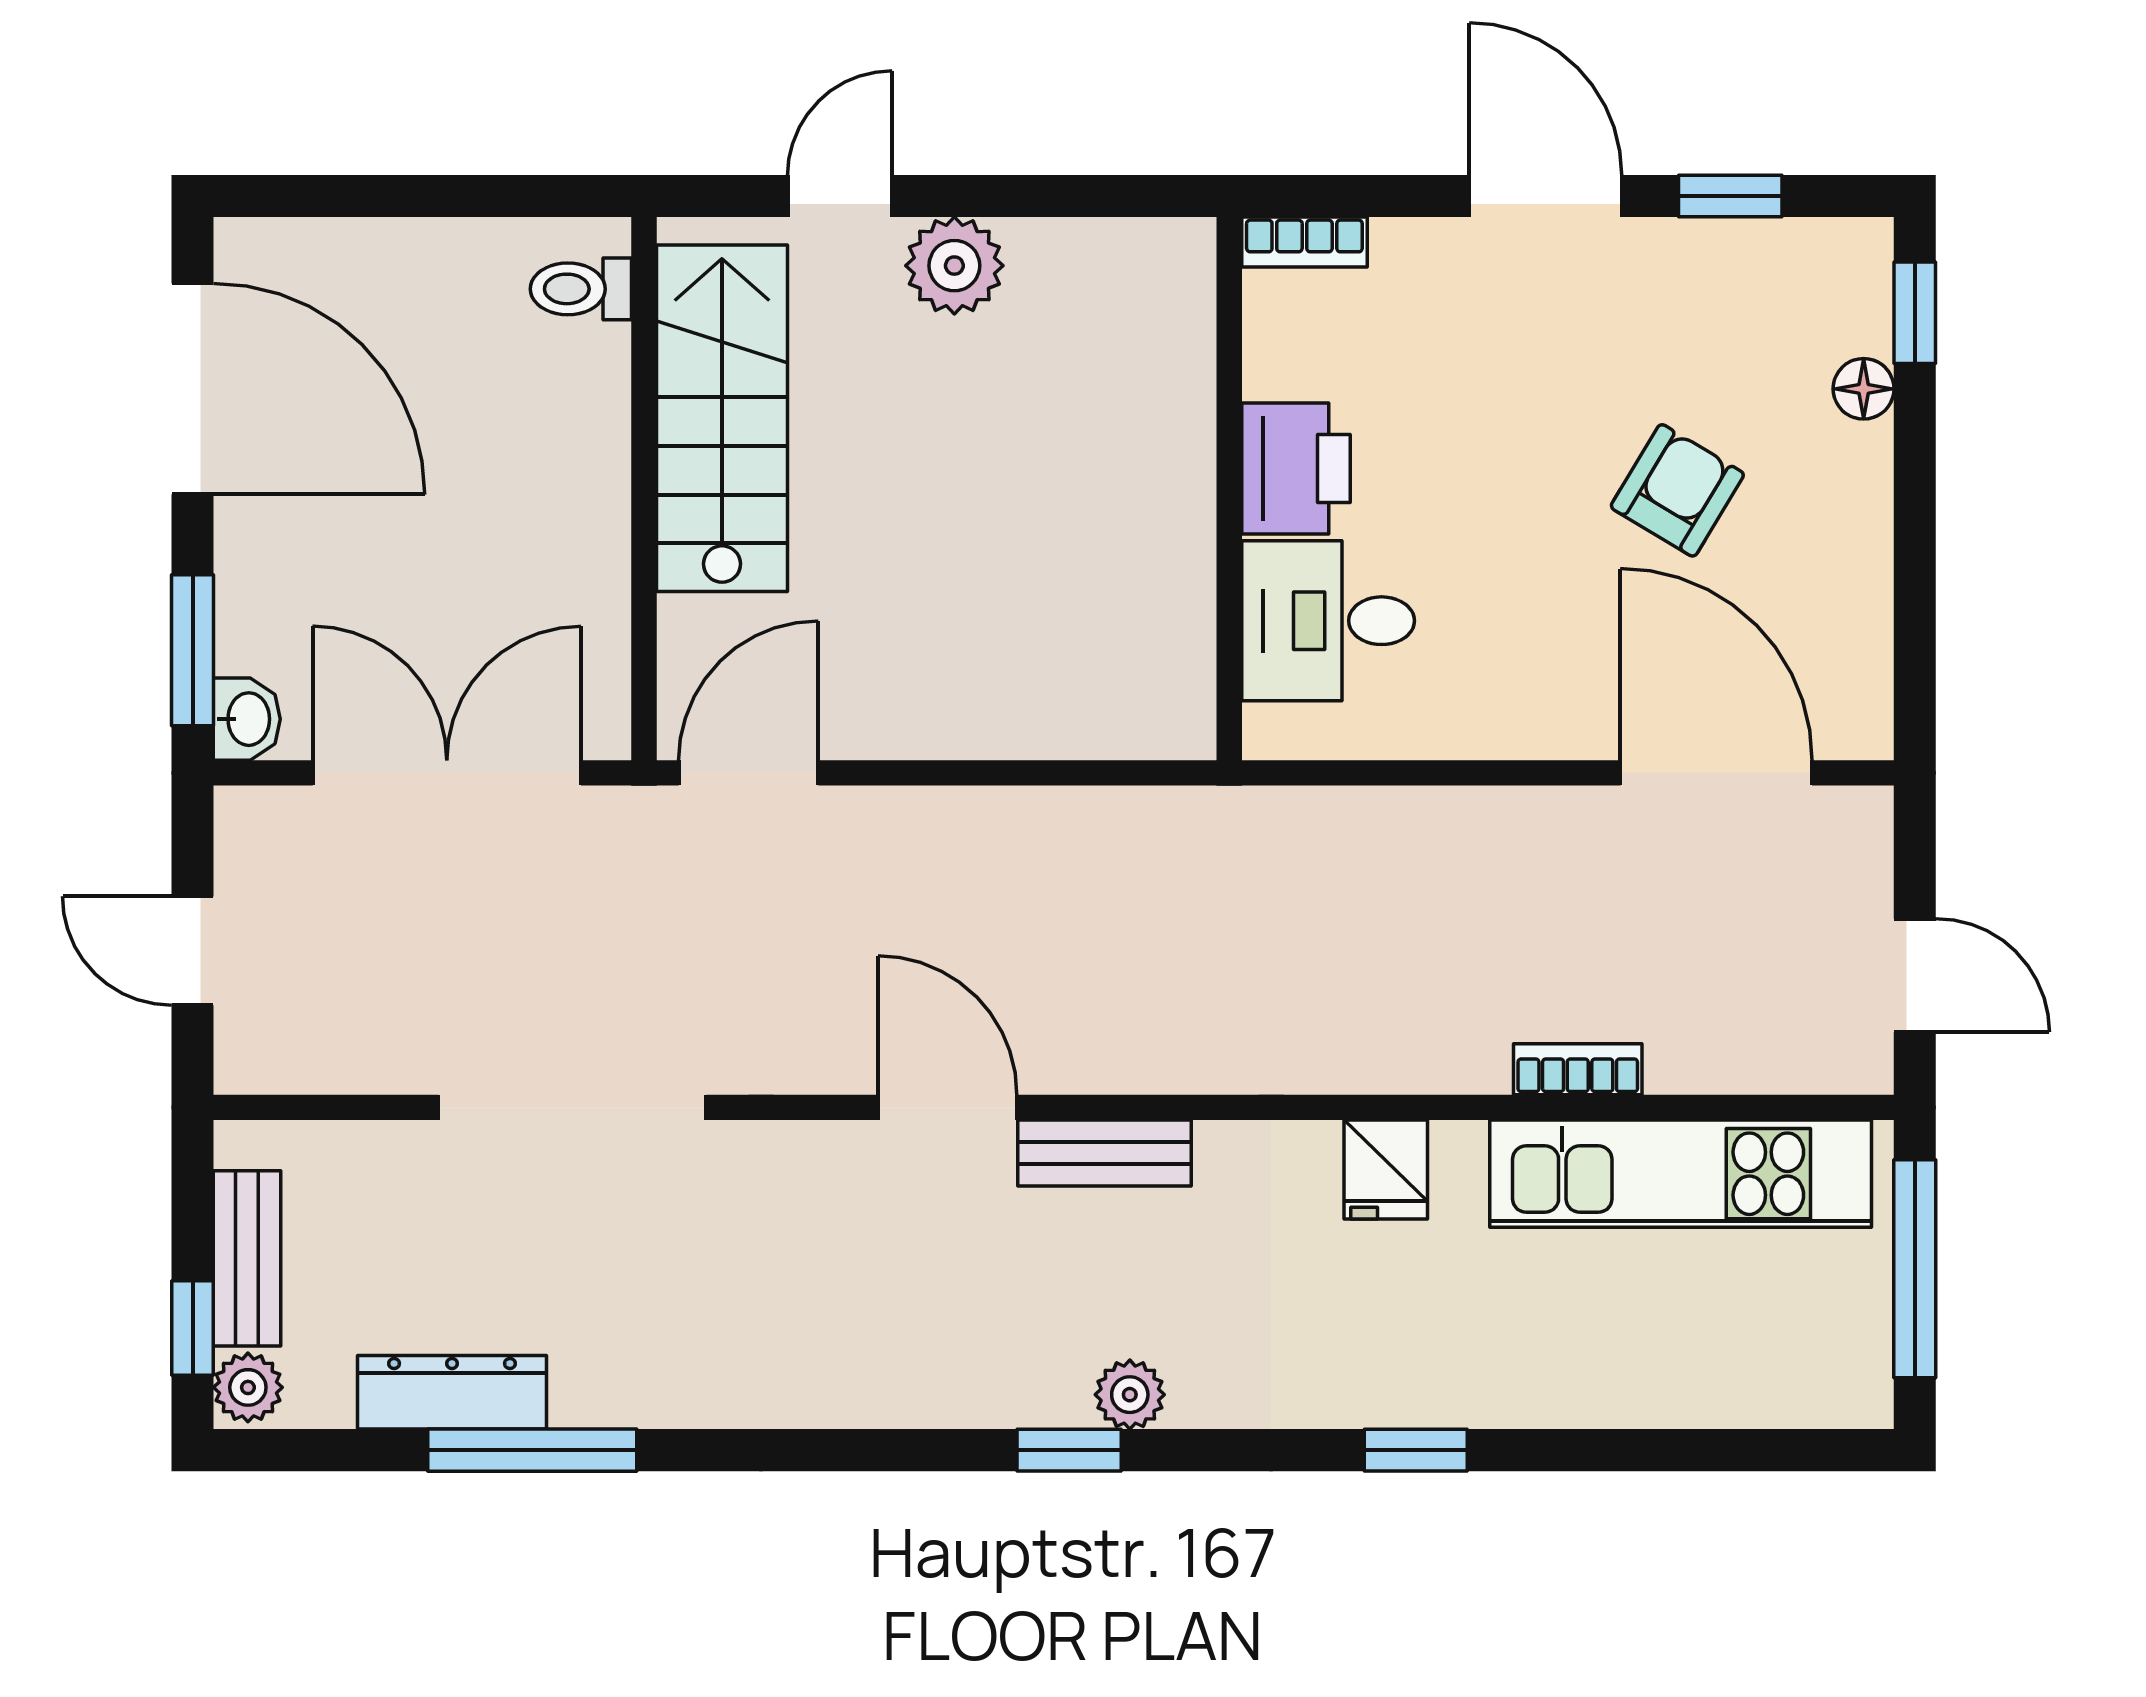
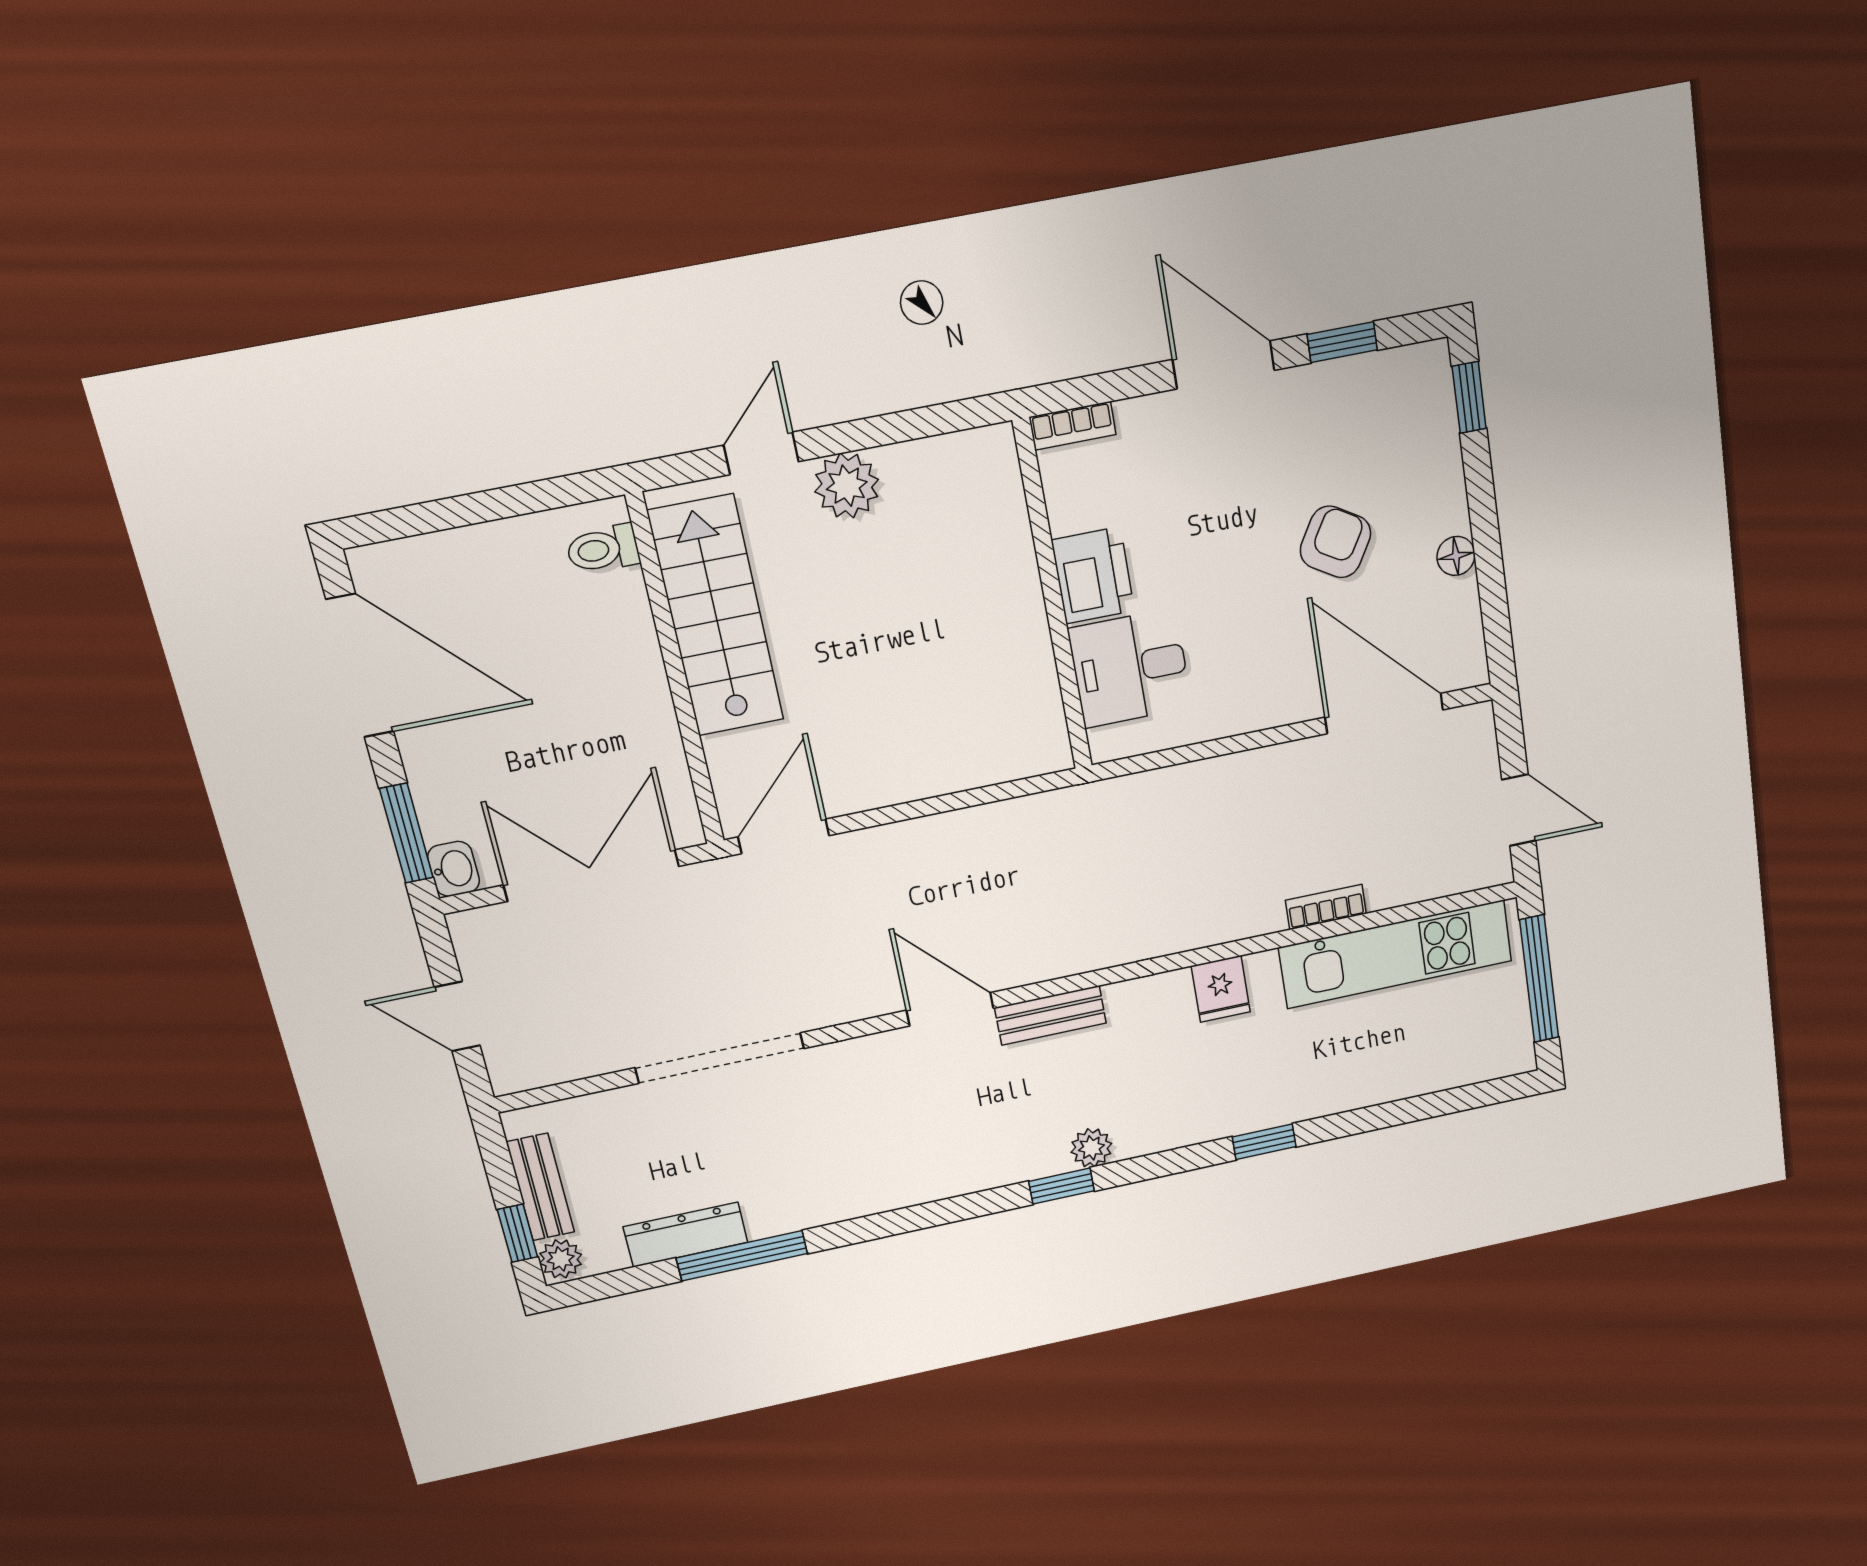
floor lamp: (1864, 389) -> (1456, 556), moved

